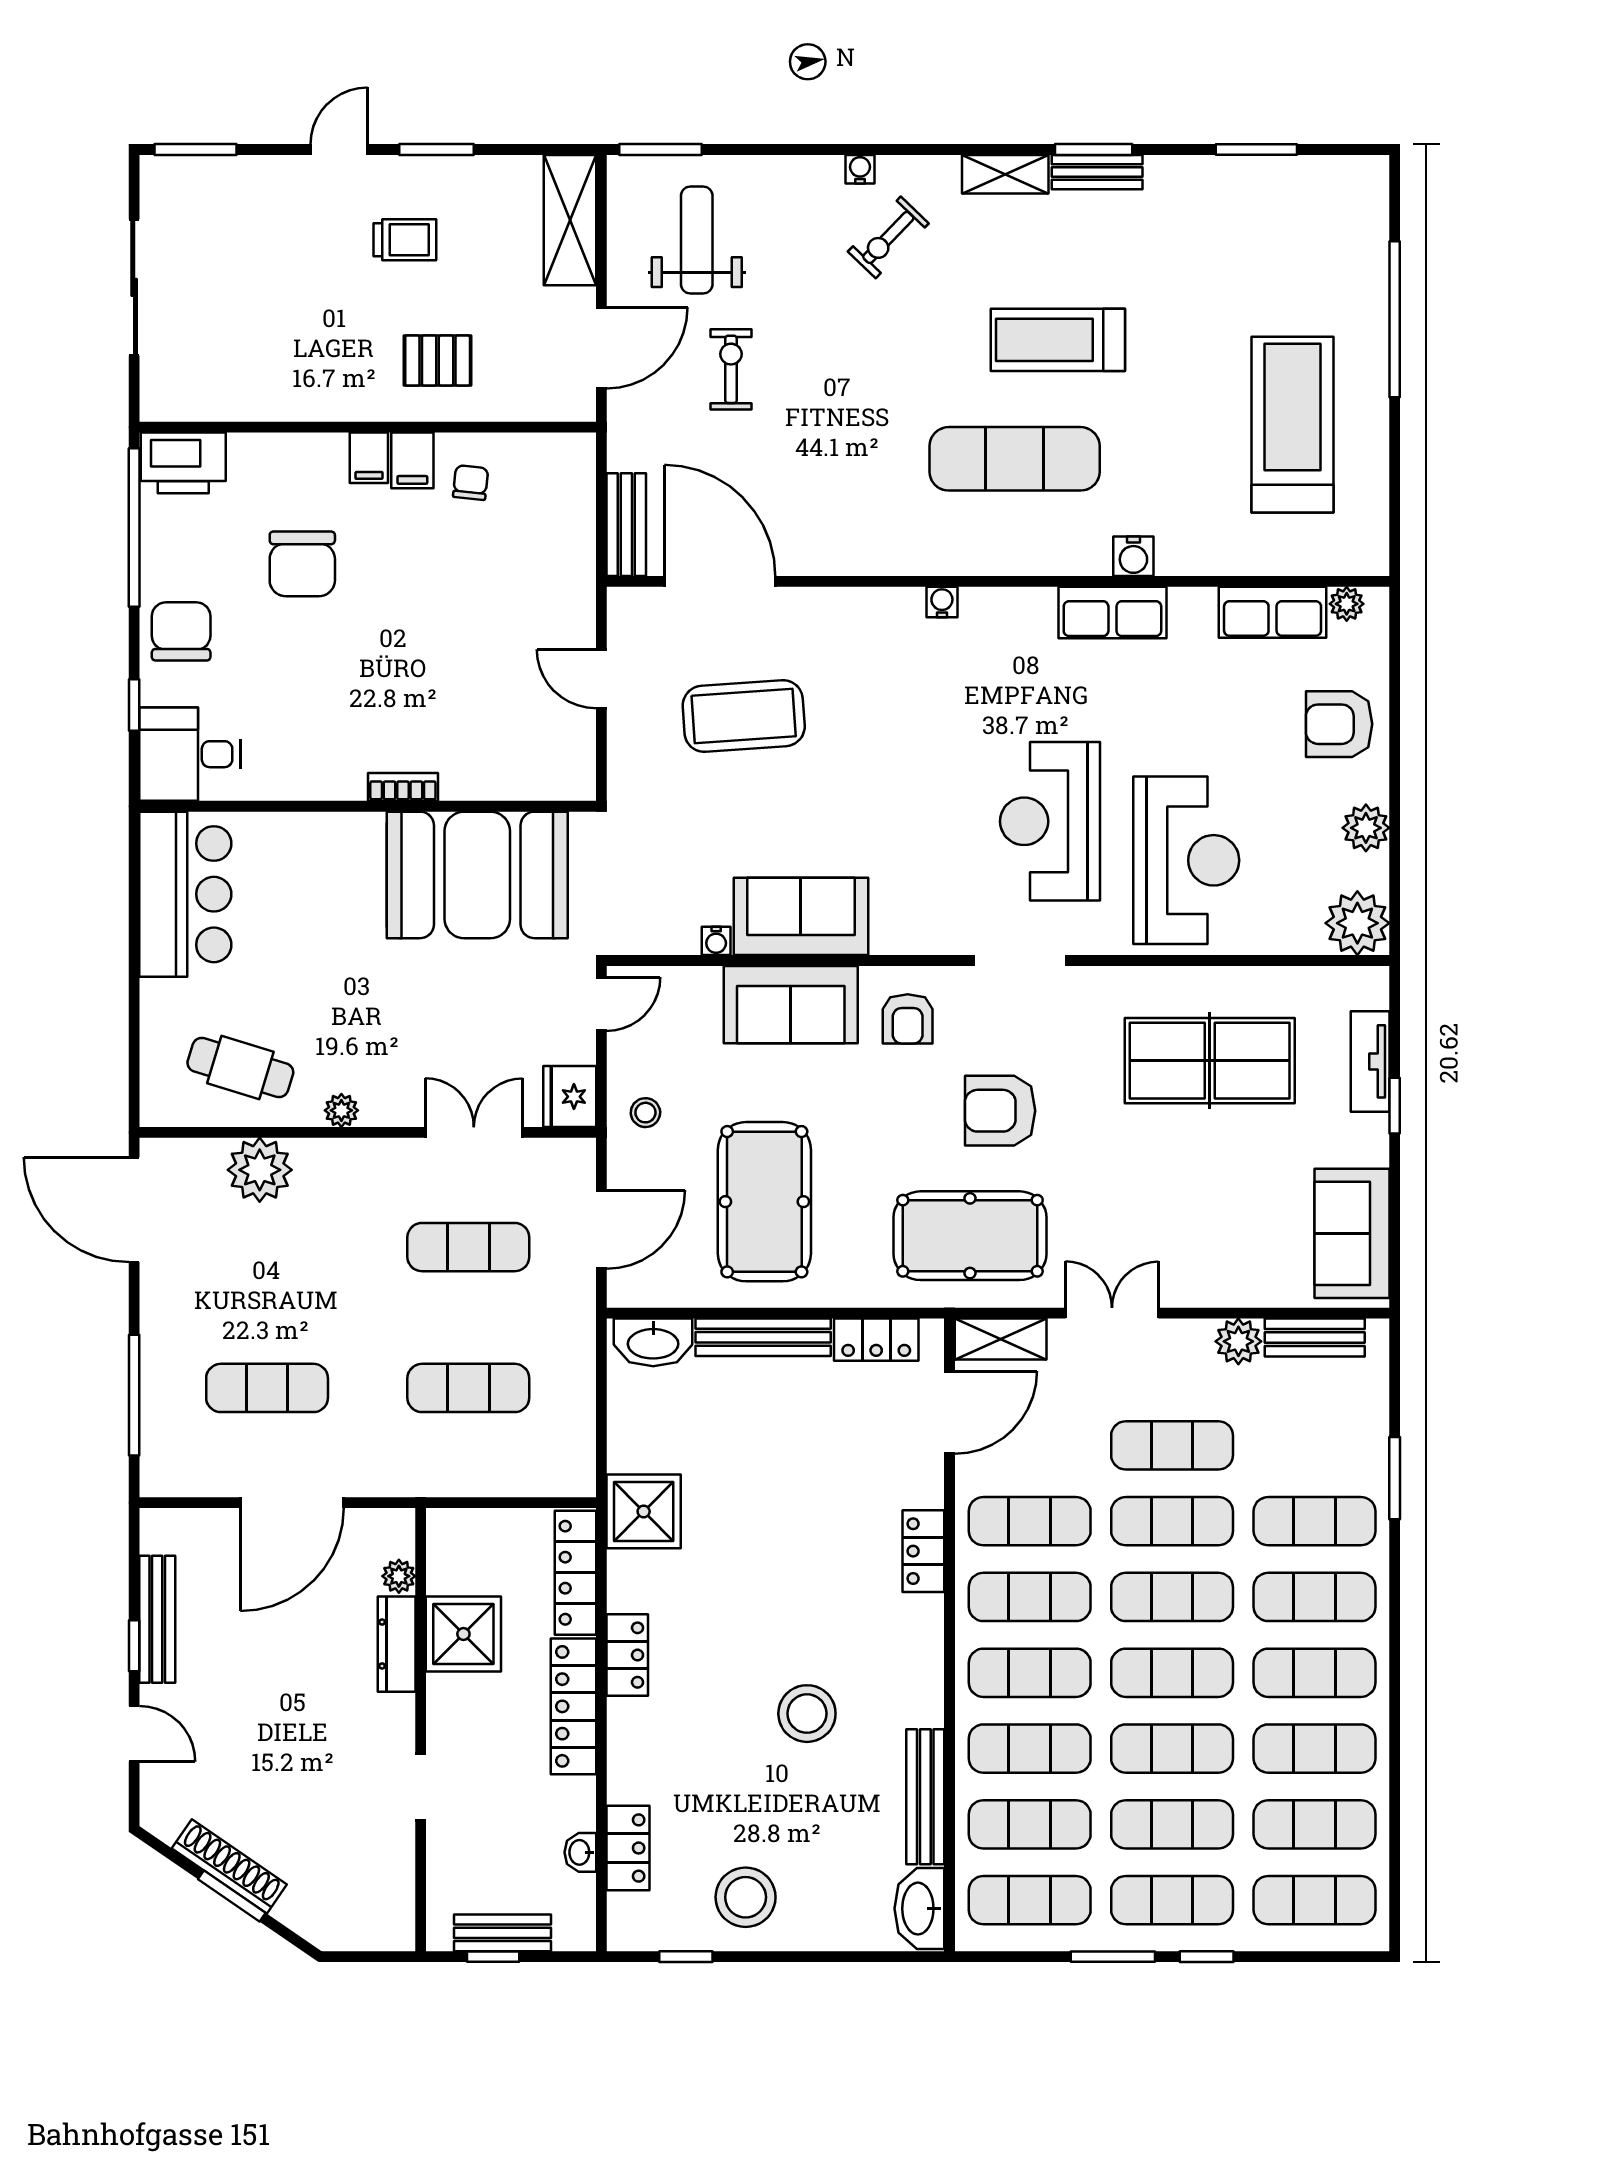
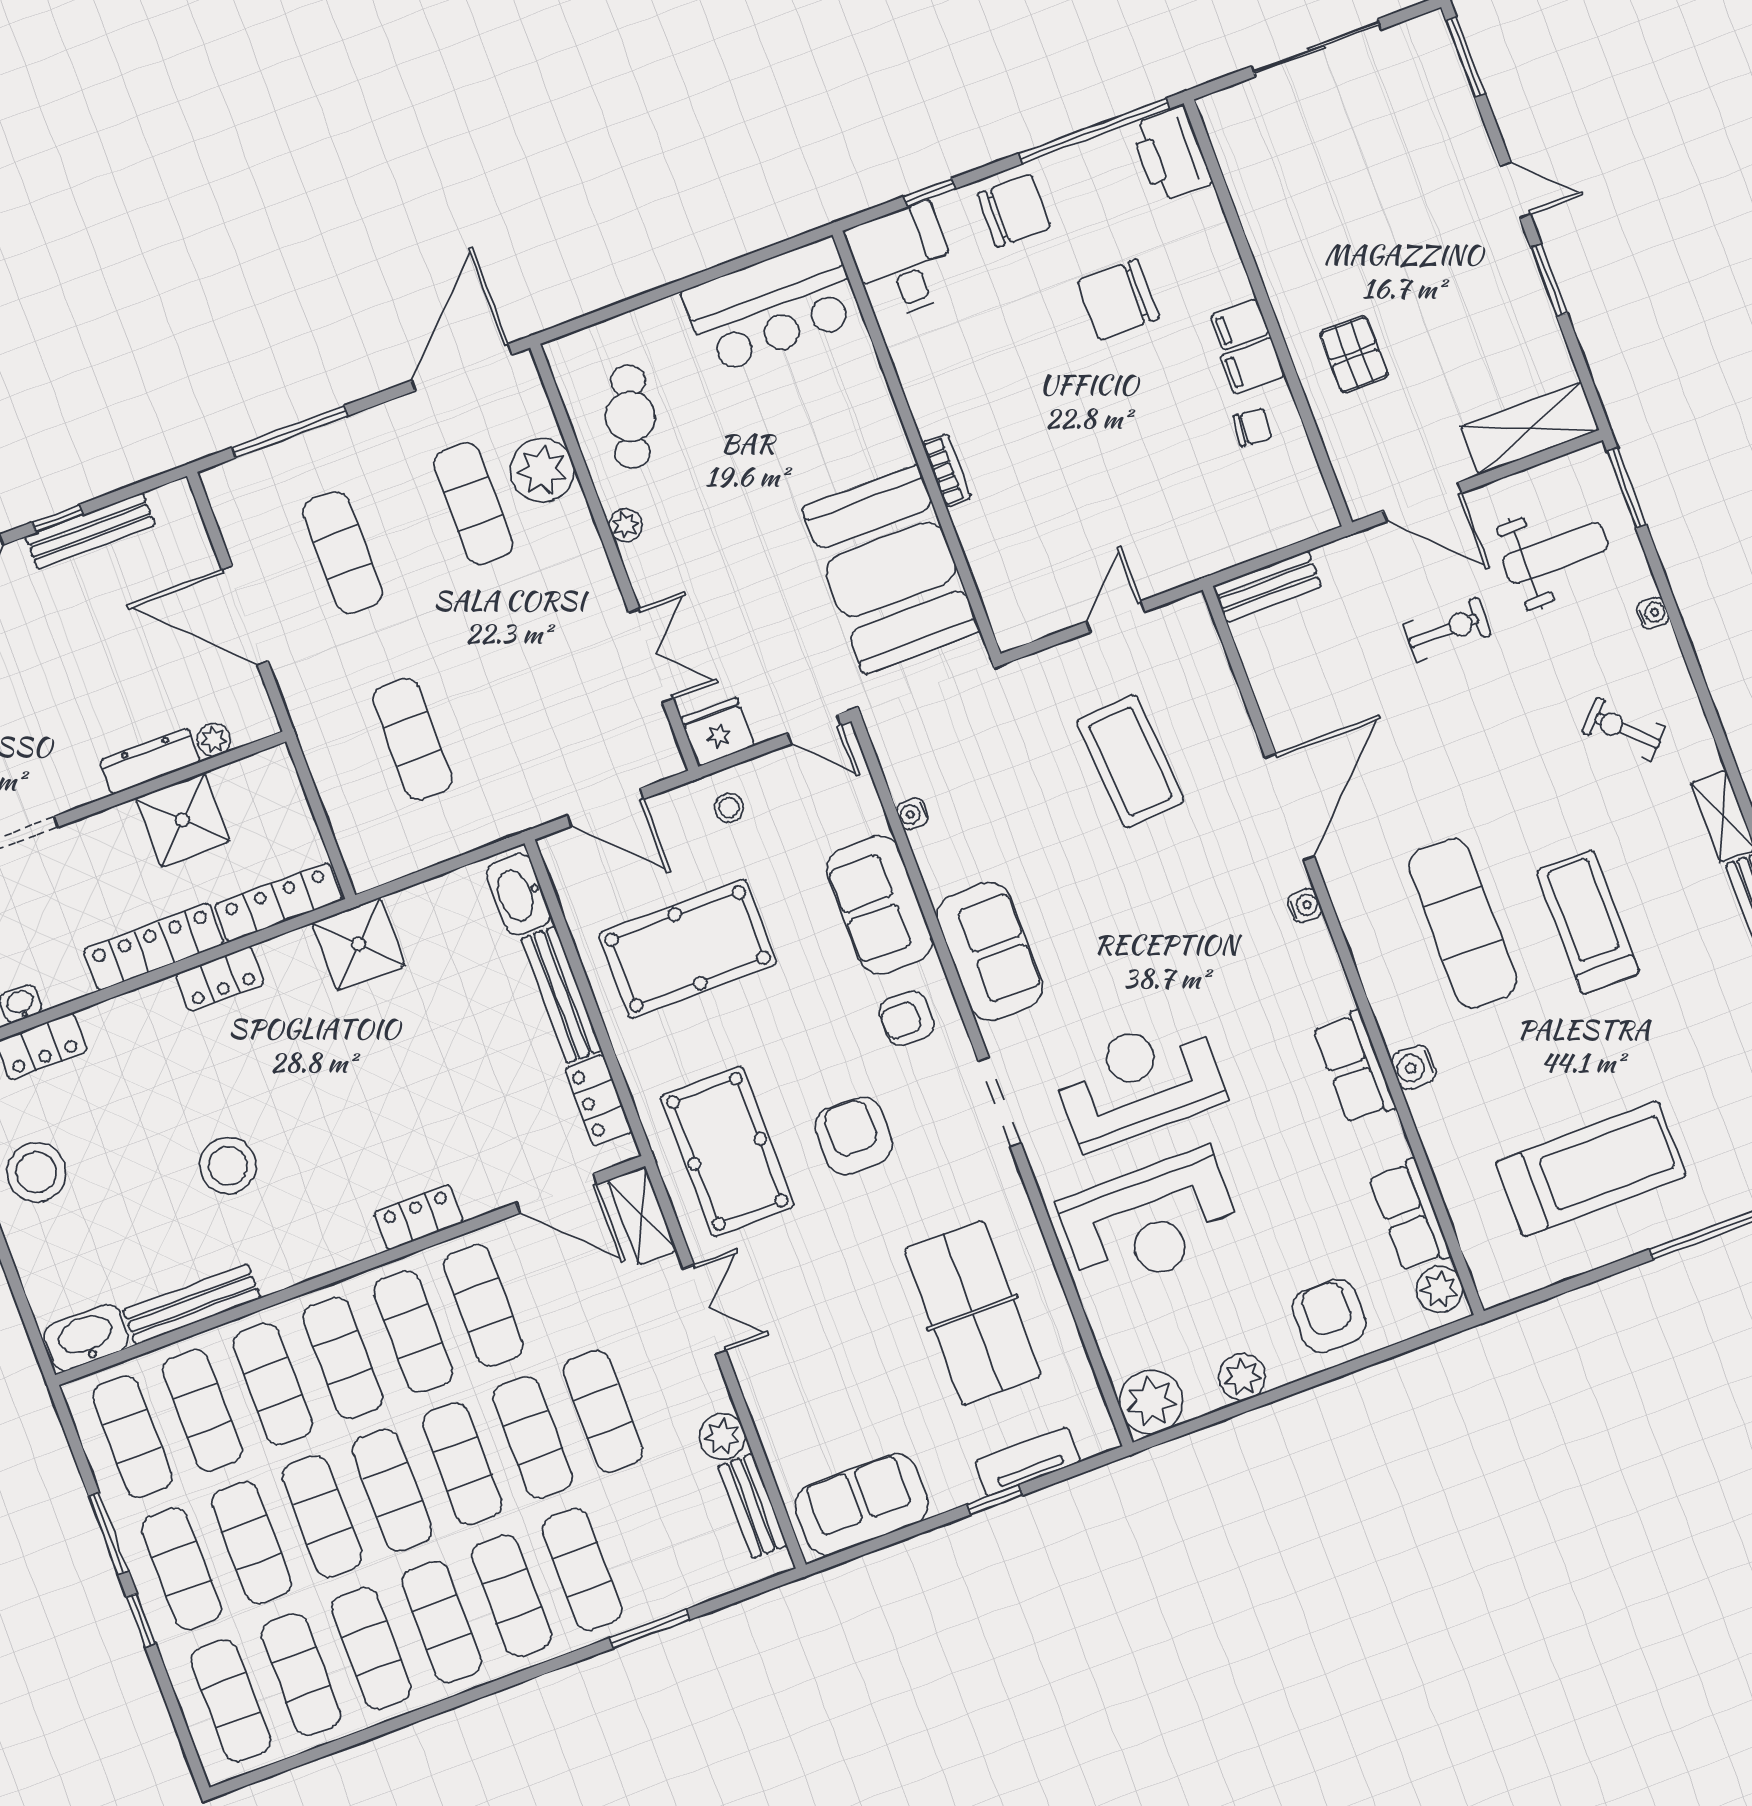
water cooler: (860, 169) -> (1653, 613), moved
trolley: (405, 240) -> (1454, 282), removed
door: (720, 581) -> (1290, 807), moved
plant: (1347, 604) -> (1440, 1289), width x1.38, depth x1.38
sofa: (801, 916) -> (990, 951), moved
exercise mat: (468, 1247) -> (473, 504), moved

